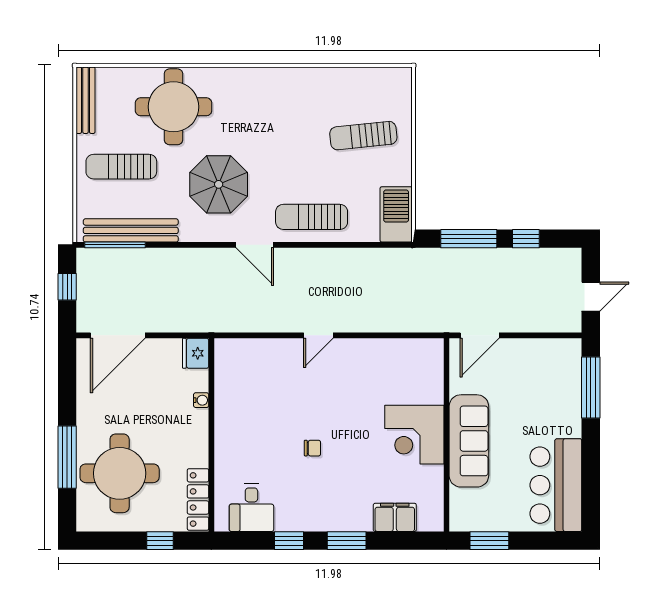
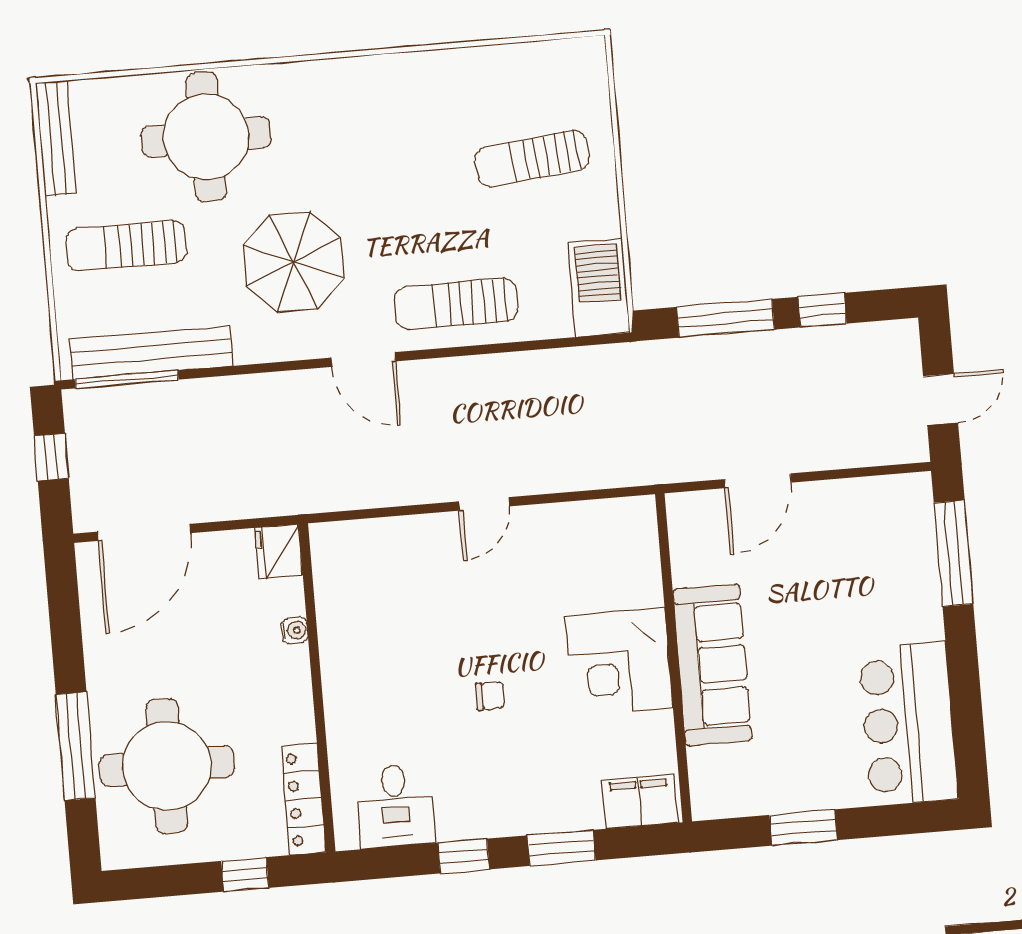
corner desk: (414, 435) -> (619, 662), moved
wall: (447, 435) -> (674, 658), moved
sofa: (469, 441) -> (712, 665), moved

